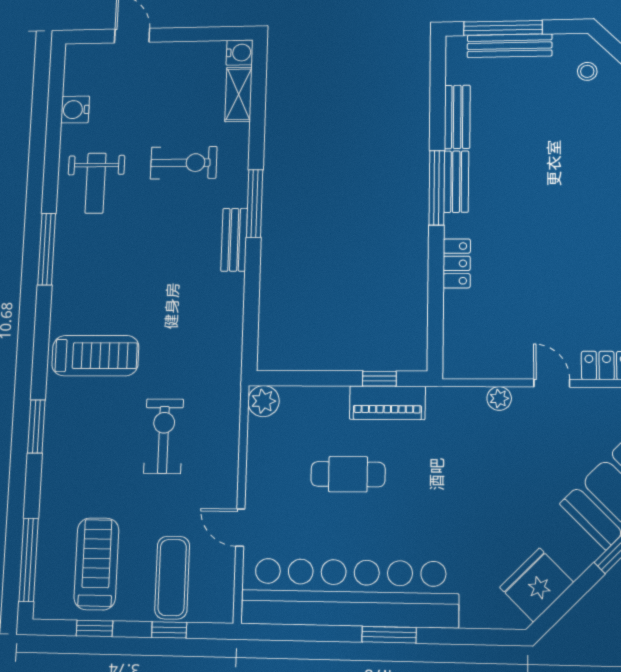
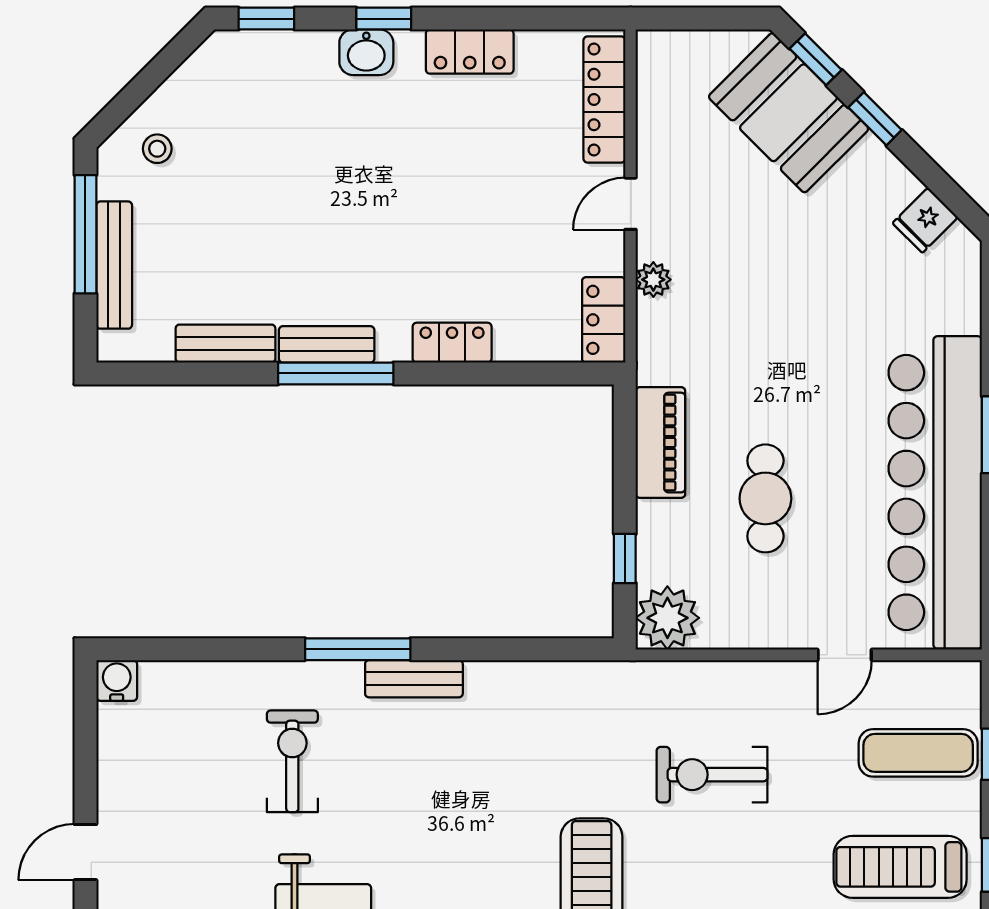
window: (503, 28) -> (85, 234), moved
shelving: (239, 94) -> (184, 680), removed
locker: (472, 365) -> (604, 320), added
window: (379, 379) -> (625, 558), moved
plant: (263, 401) -> (667, 618), width x1.36, depth x1.36
fridge: (537, 585) -> (925, 220), width x0.53, depth x0.75

